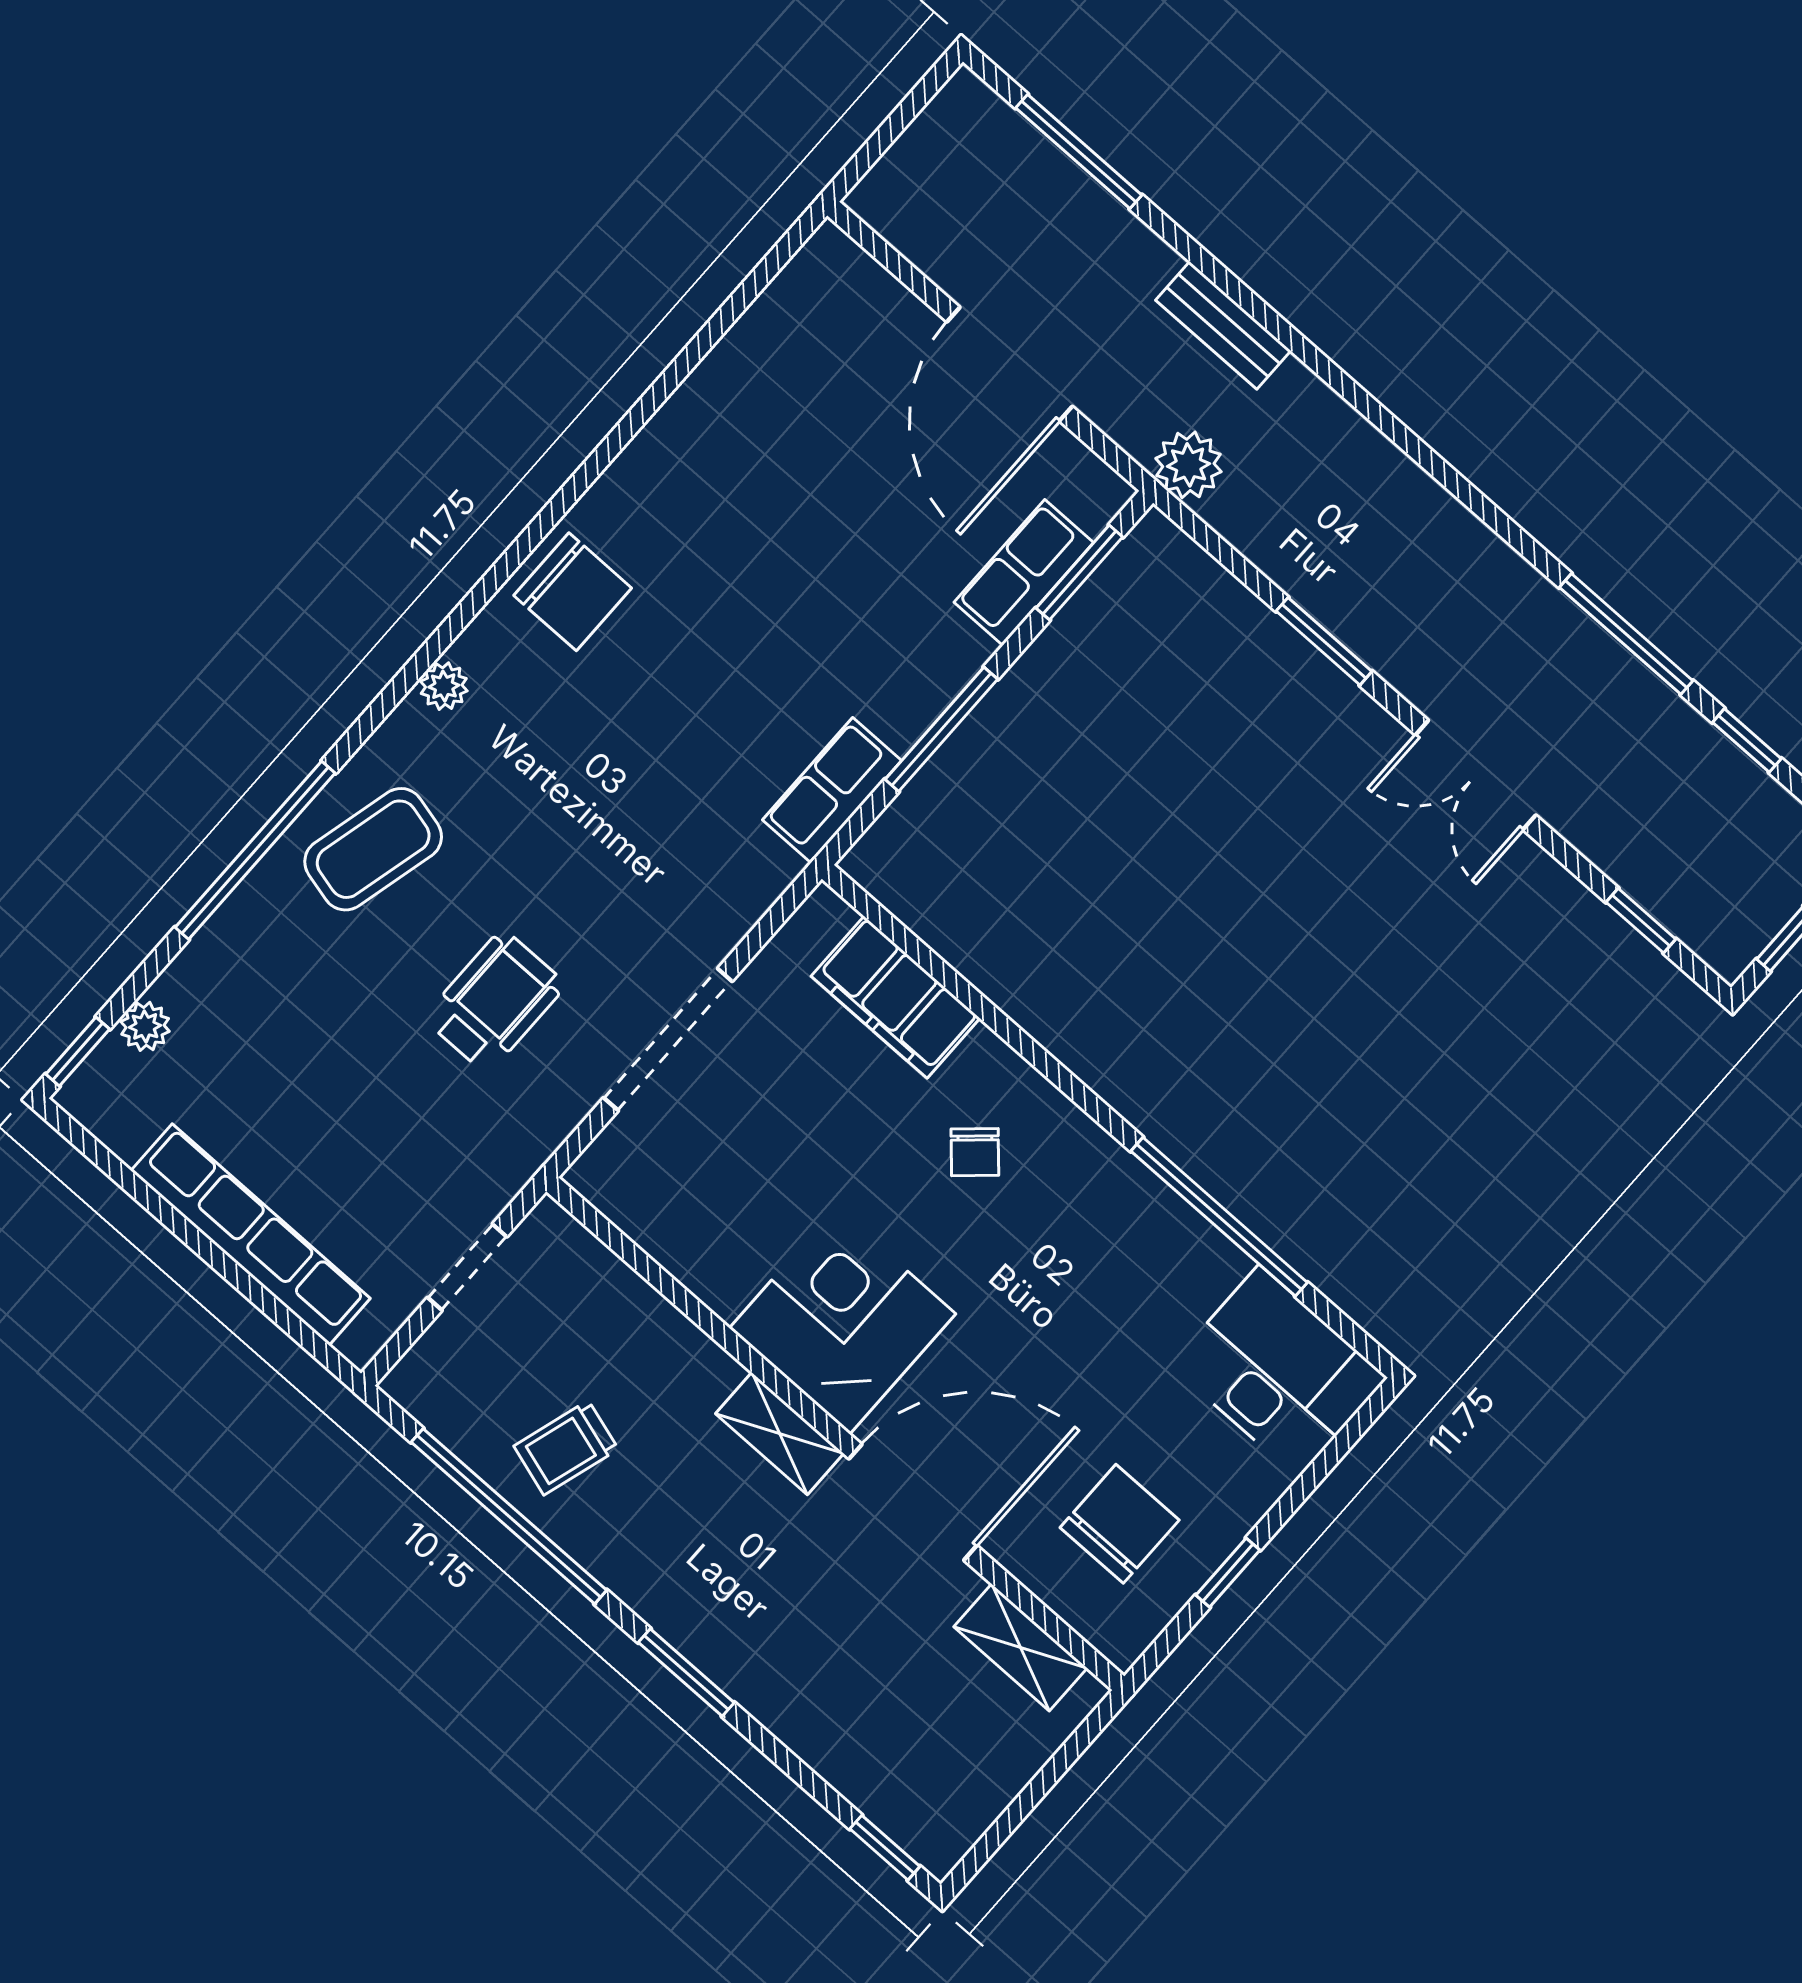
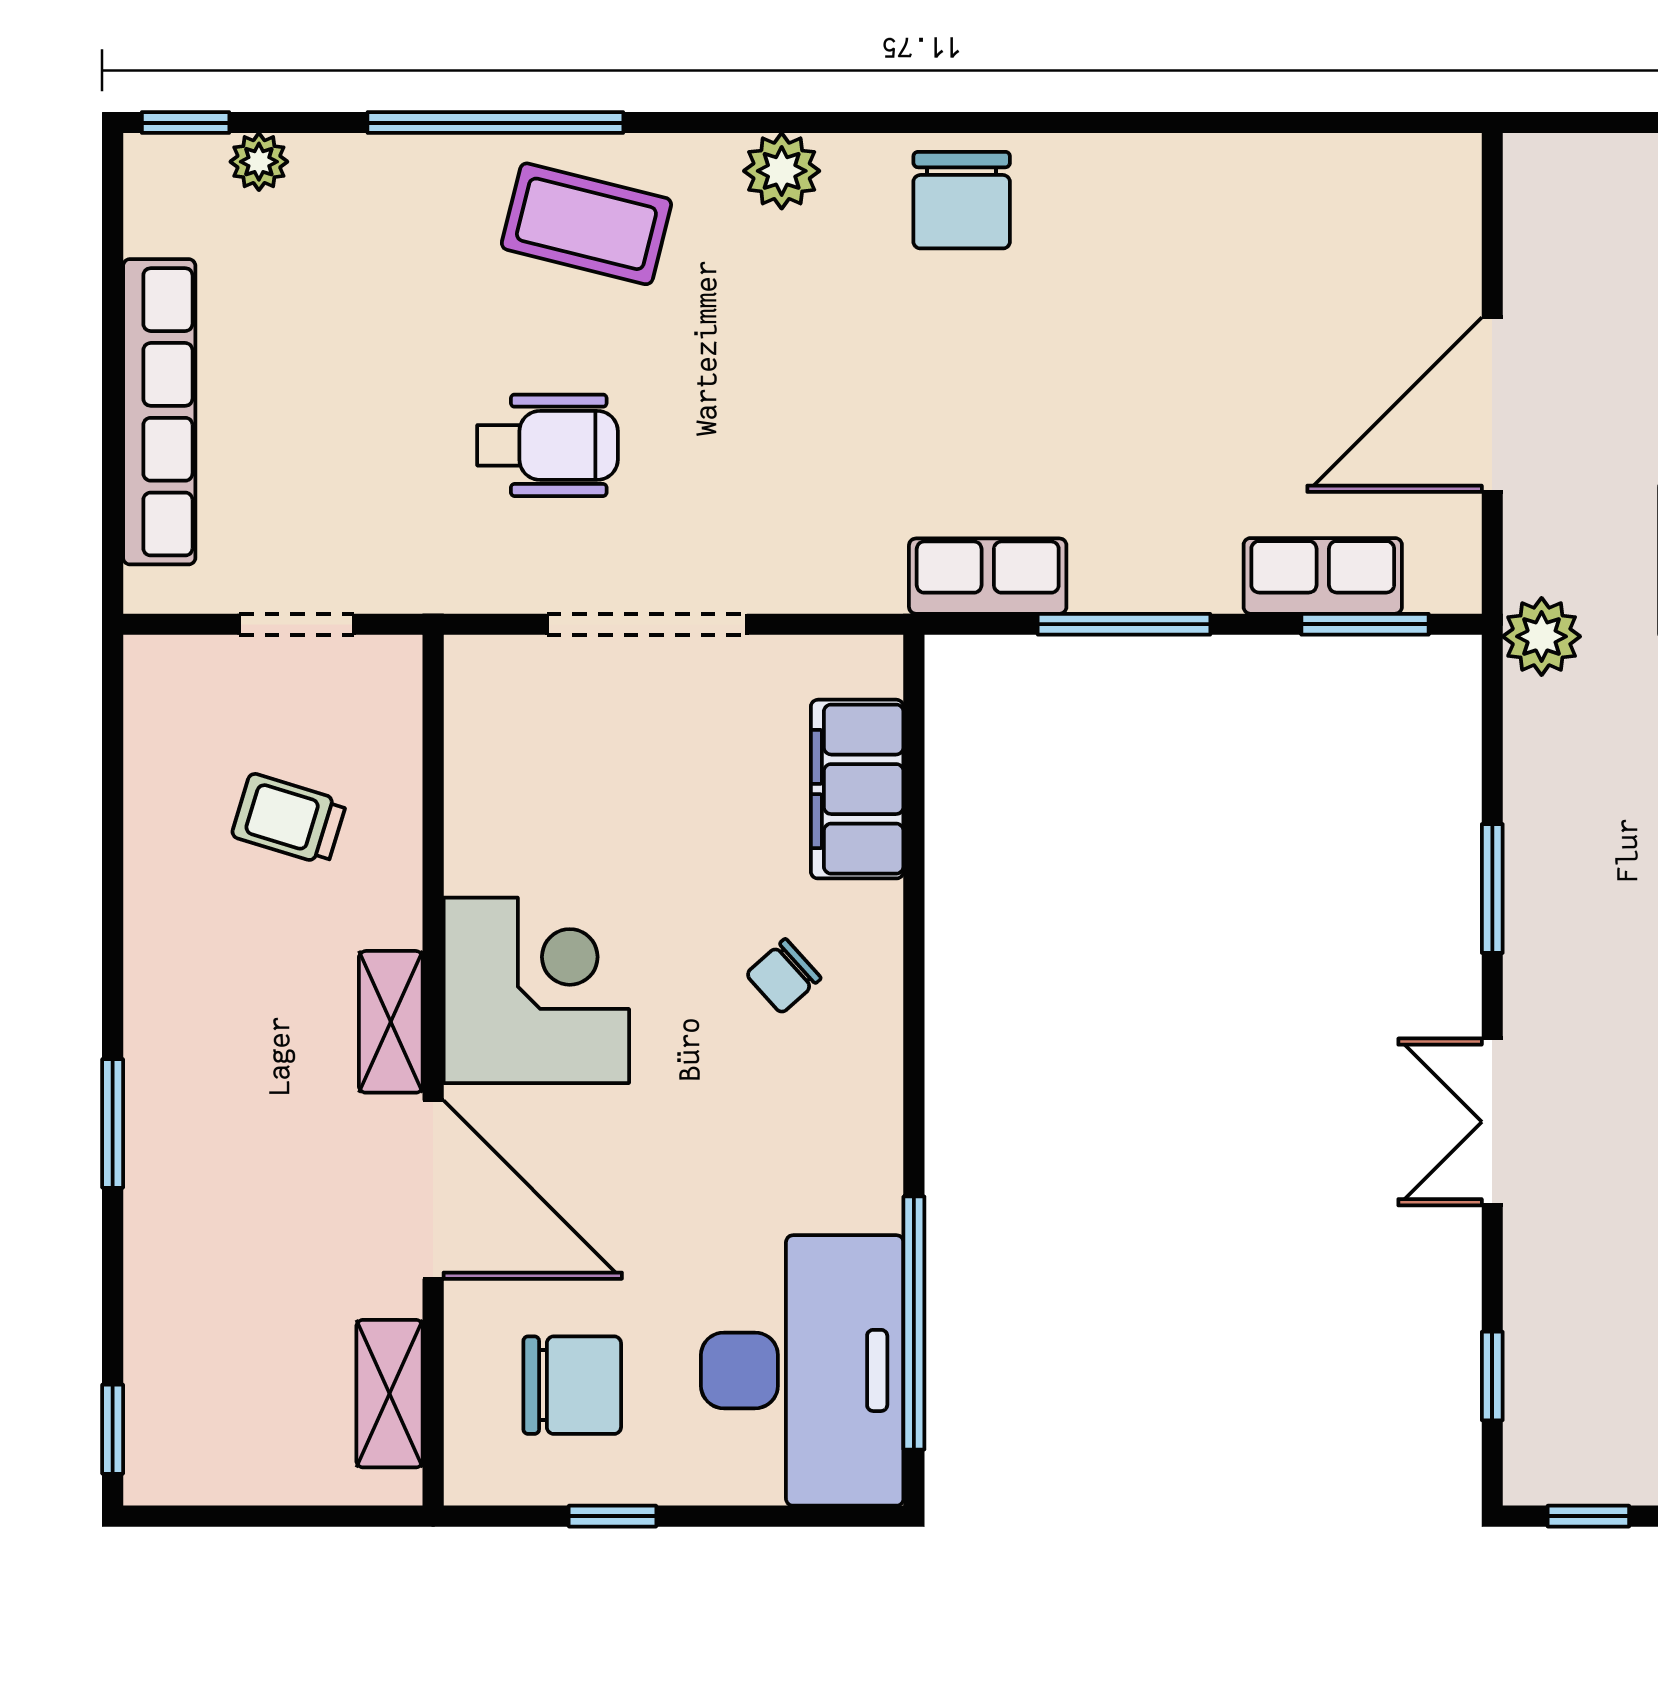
plant: (444, 686) -> (782, 171), width x1.38, depth x1.38
window: (1219, 1217) -> (914, 1323), moved
desk: (1279, 1371) -> (802, 1370), width x1.36, depth x1.30
trolley: (566, 1448) -> (289, 819), moved
window: (509, 1516) -> (113, 851), removed

